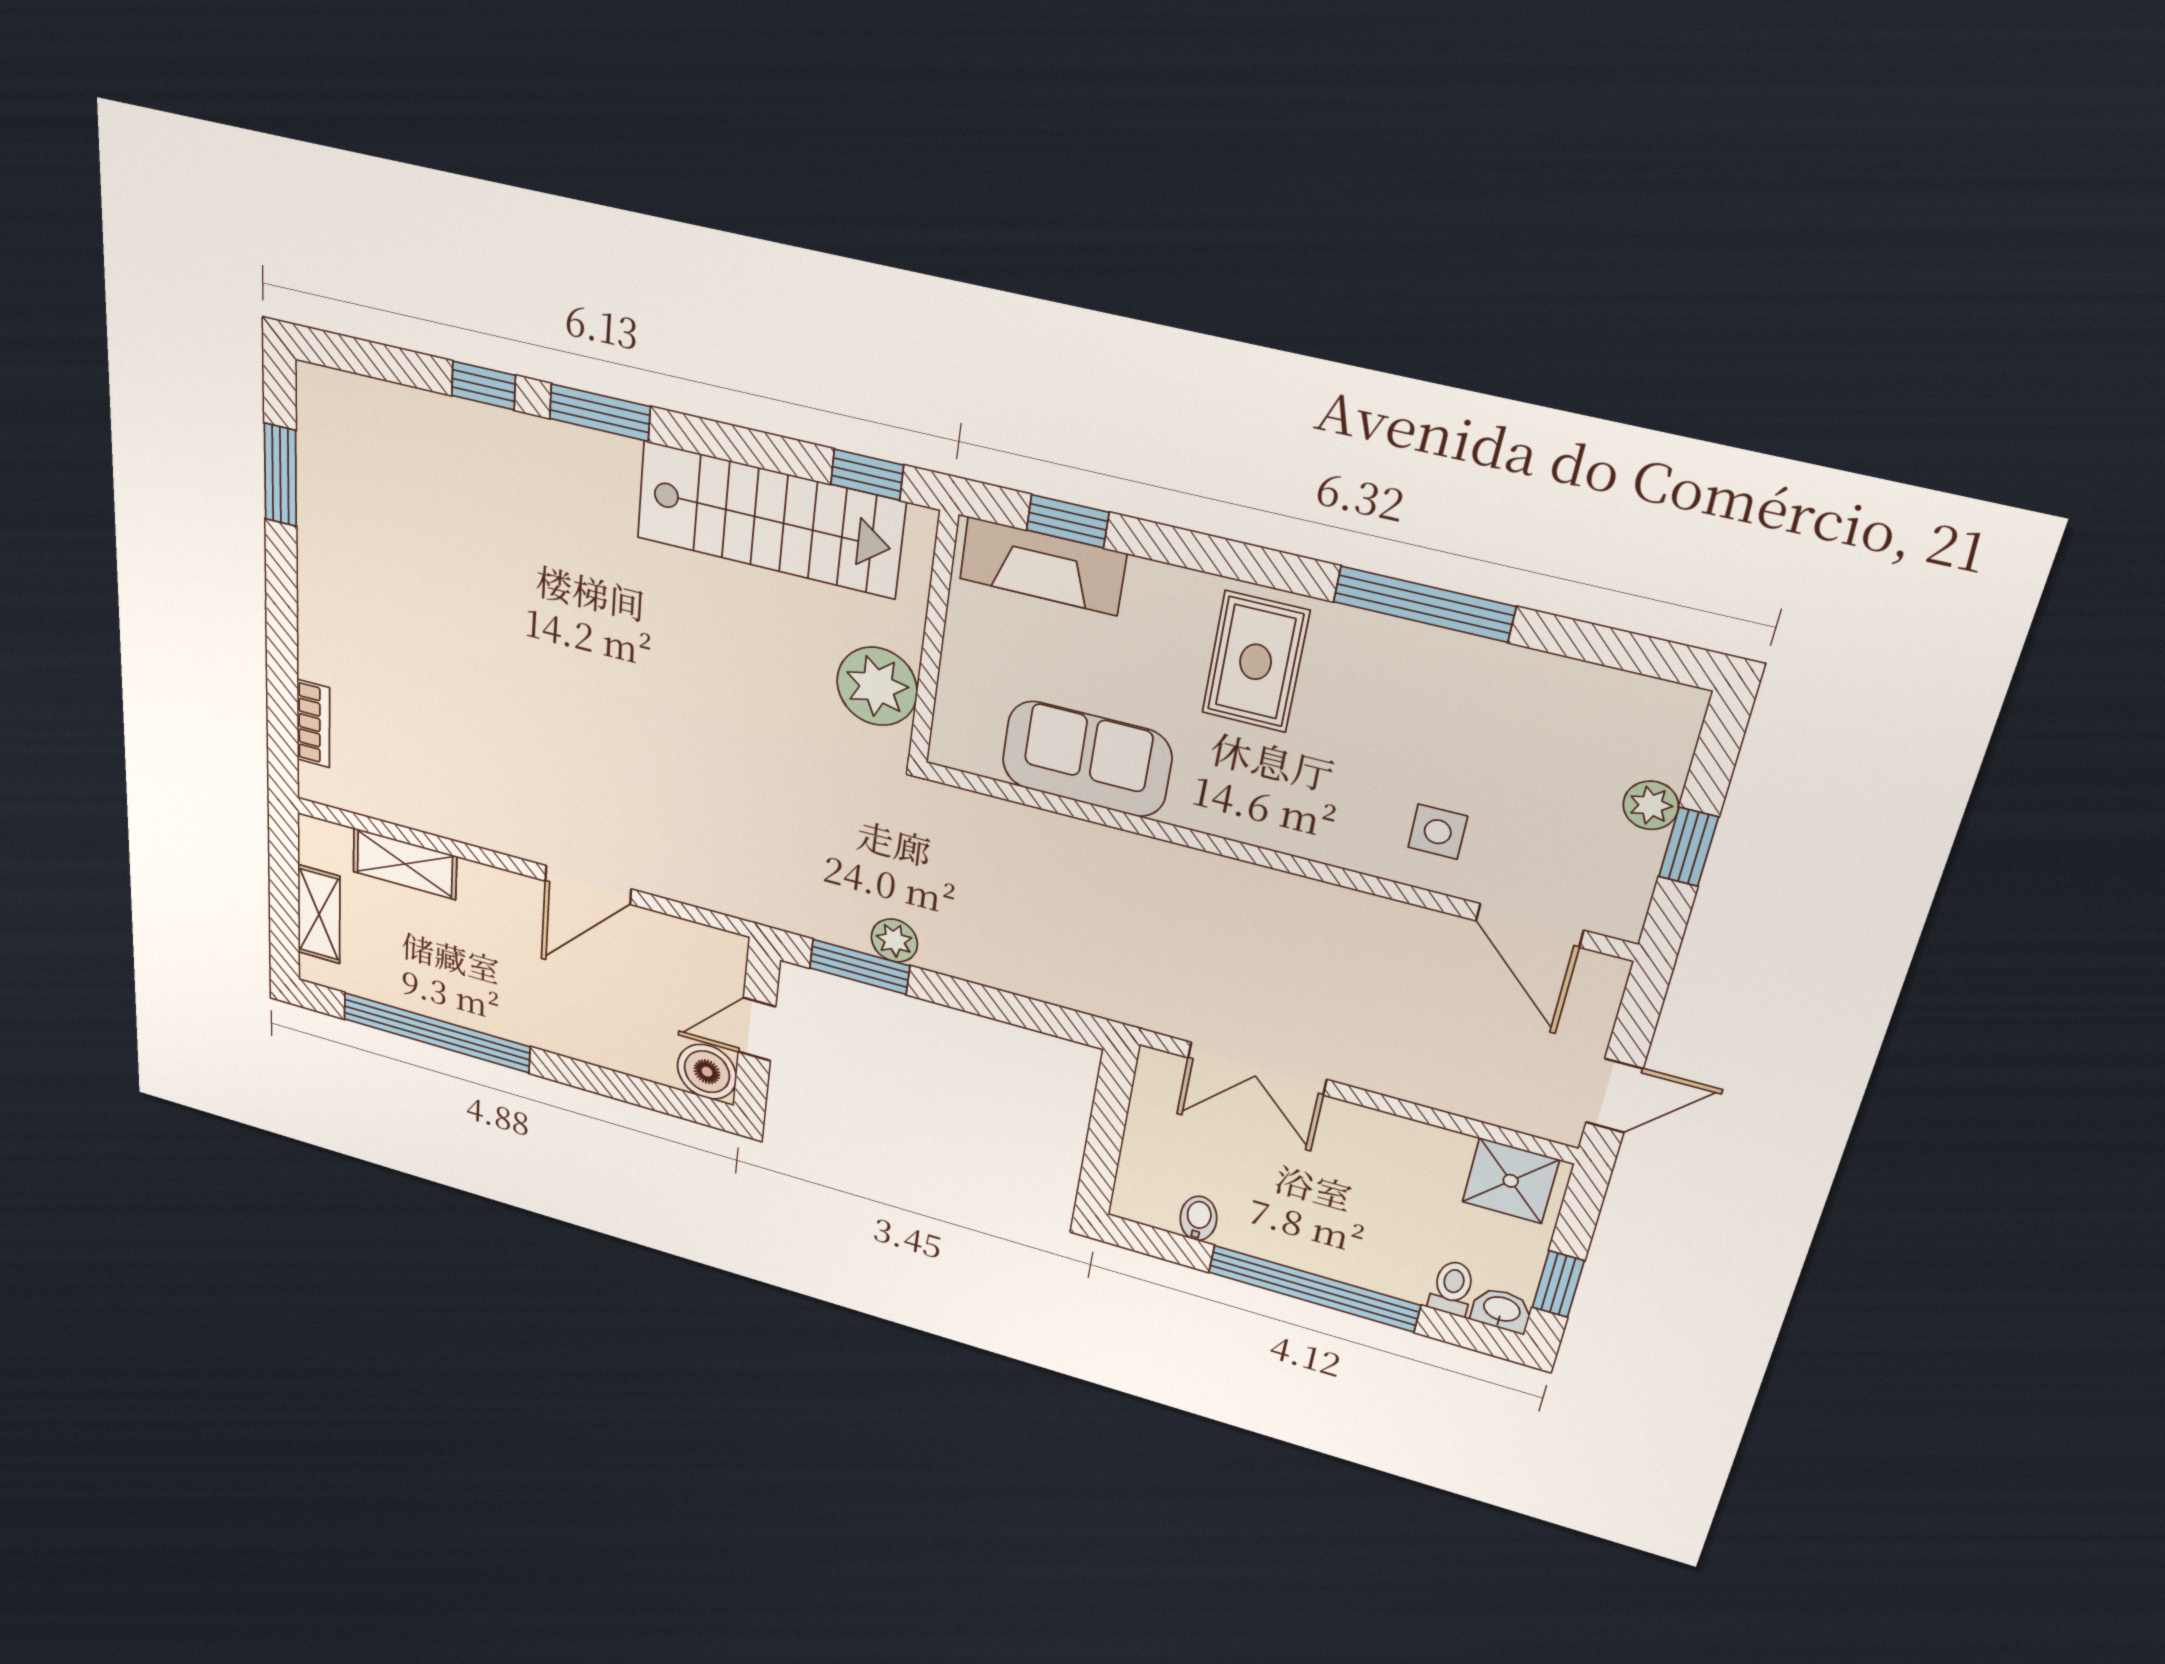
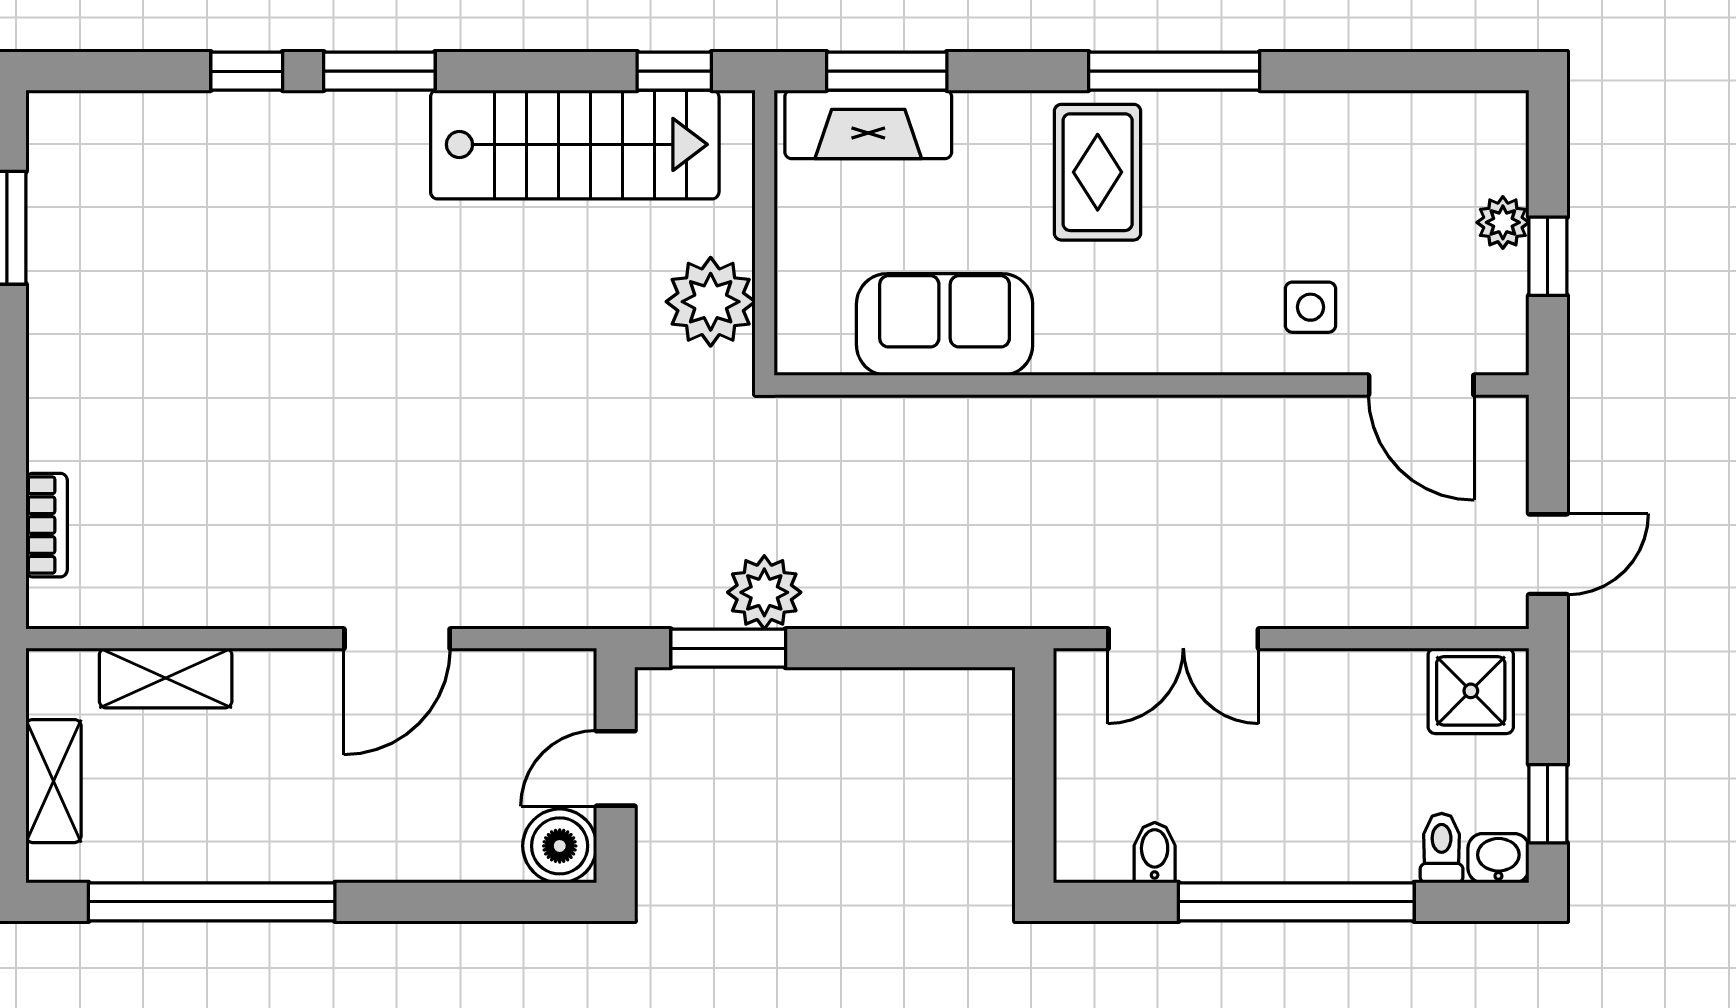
window: (1068, 521) -> (887, 71), width x1.50
window: (1424, 604) -> (1174, 71), moved
plant: (894, 940) -> (764, 592), width x1.38, depth x1.38

